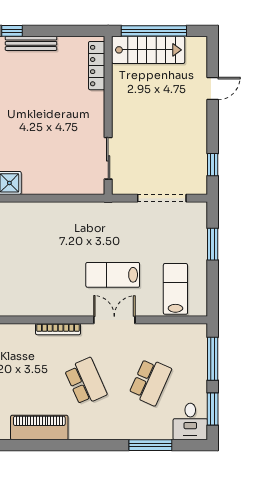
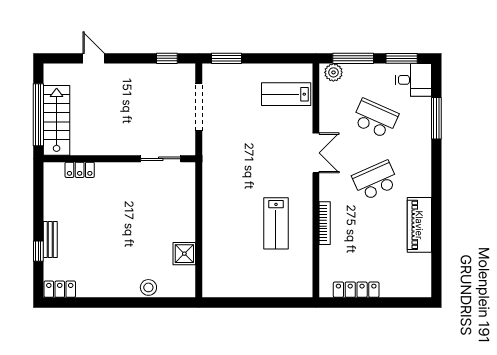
bench: (31, 43) -> (50, 239), width x0.73
locker: (97, 66) -> (80, 170), width x0.66
window: (213, 244) -> (226, 58), moved
lab bench: (113, 275) -> (276, 223), moved
double door: (114, 320) -> (316, 153), swing flipped
bookcase: (58, 329) -> (325, 223), moved
plant: (198, 338) -> (333, 72), added

